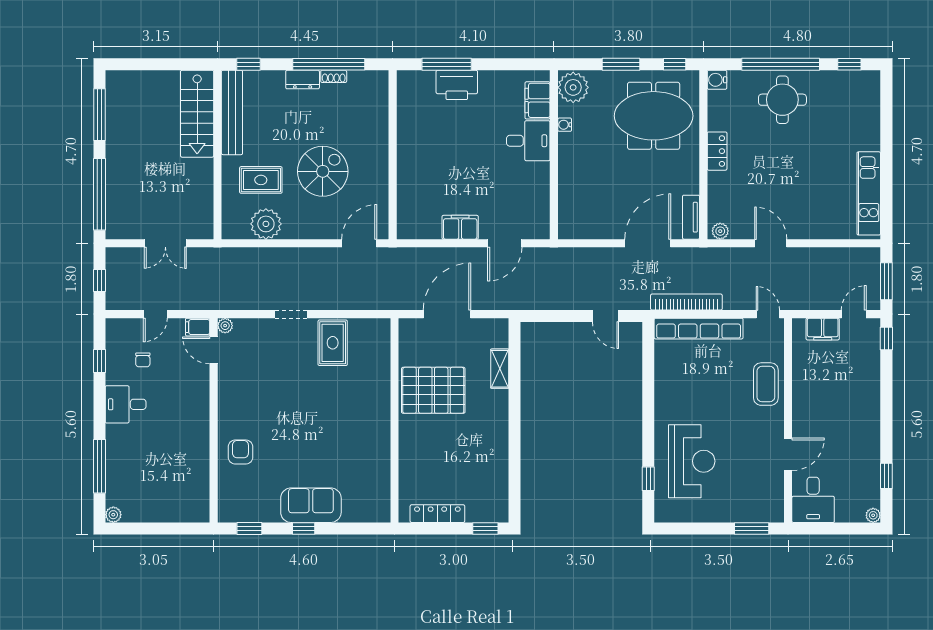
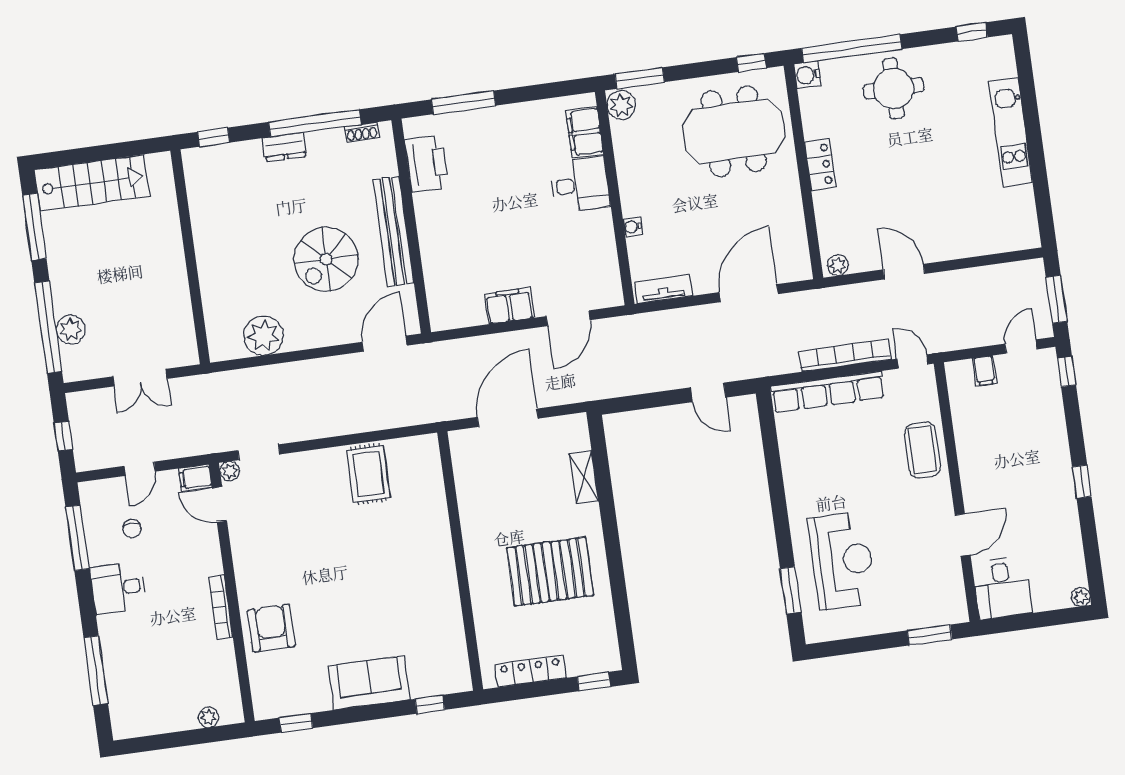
window: (621, 64) -> (640, 78), moved
window: (781, 64) -> (852, 49), moved
shoe rack: (334, 76) -> (362, 132), moved
printer: (457, 85) -> (427, 164), moved, turned -90
plant: (573, 87) -> (621, 105), width x0.73, depth x0.73
bench: (232, 112) -> (393, 231), moved
stairs: (197, 114) -> (92, 183), moved, turned -90
water cooler: (565, 125) -> (633, 227), moved
spiral stairs: (323, 171) -> (326, 259), turned 180
rug: (261, 180) -> (249, 281), removed
kitchen unit: (869, 193) -> (1011, 132), moved
plant: (117, 198) -> (71, 329), added
tv unit: (691, 217) -> (663, 289), moved, turned 90
bookcase: (686, 302) -> (845, 355), moved
doorway: (291, 314) -> (259, 452), moved
filing cabinet: (823, 329) -> (984, 371), width x0.50
window: (99, 361) -> (77, 538), width x2.17
pallet: (433, 390) -> (550, 572), moved
bookcase: (203, 430) -> (221, 607), added
armchair: (240, 452) -> (271, 628), width x1.38, depth x1.38
window: (886, 476) -> (1082, 482), moved
window: (648, 479) -> (791, 590), width x1.50
plant: (113, 515) -> (208, 717), moved
window: (304, 529) -> (430, 704), moved

